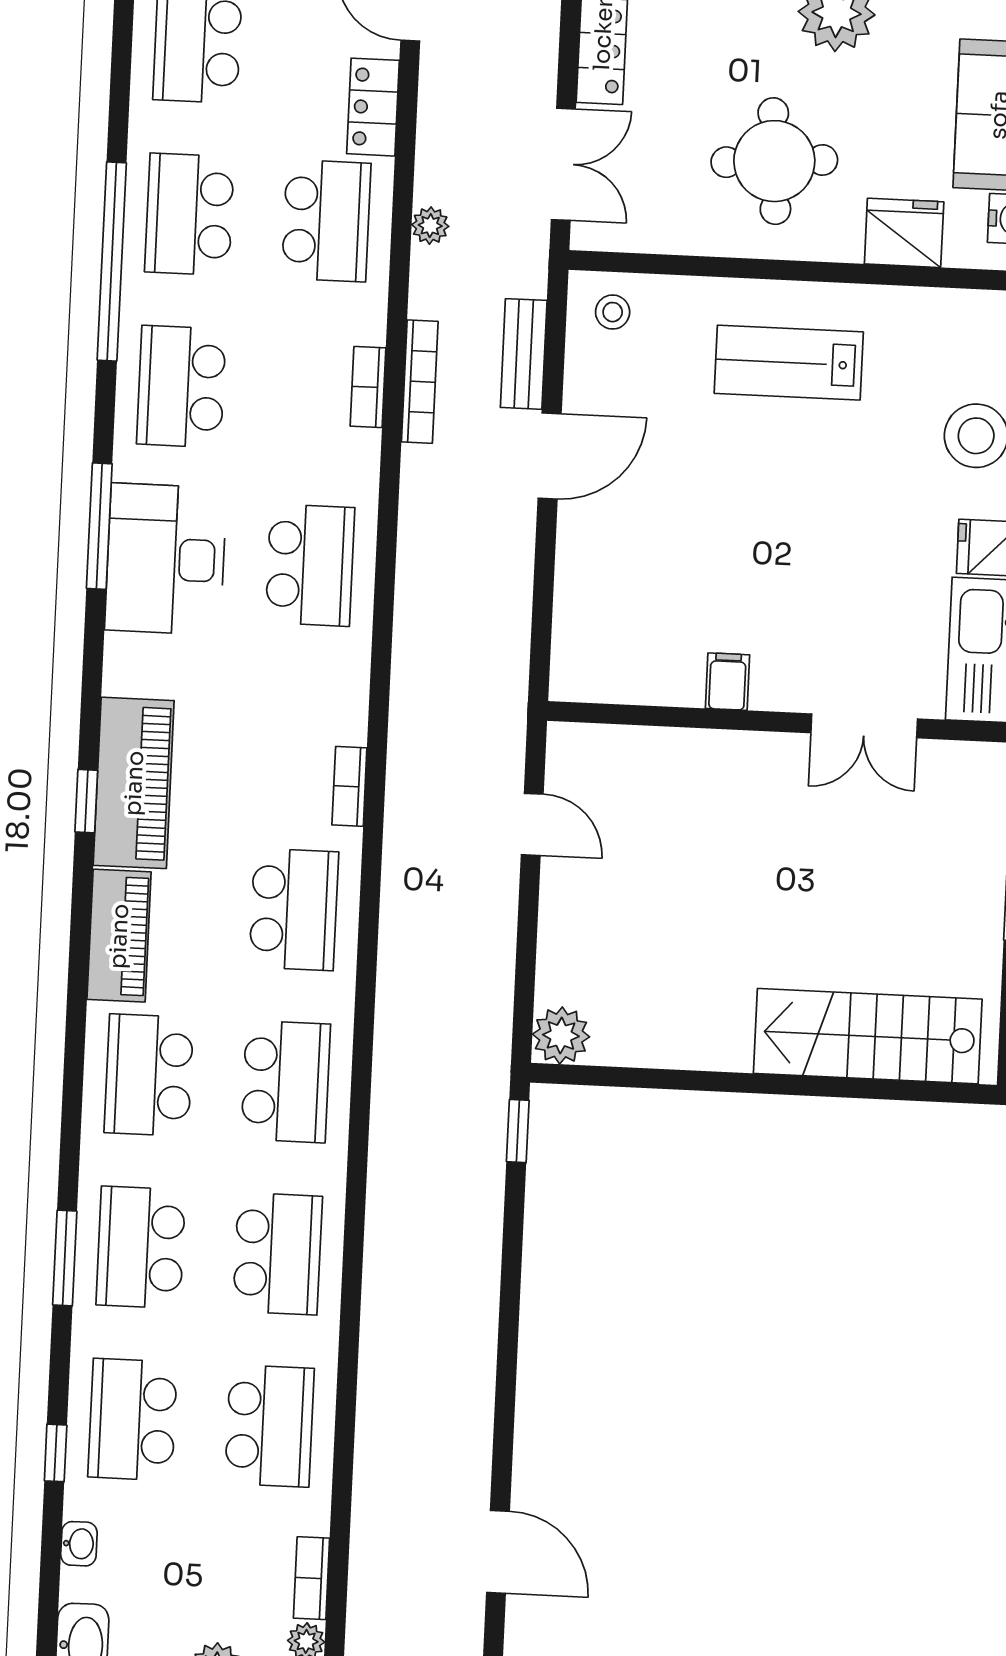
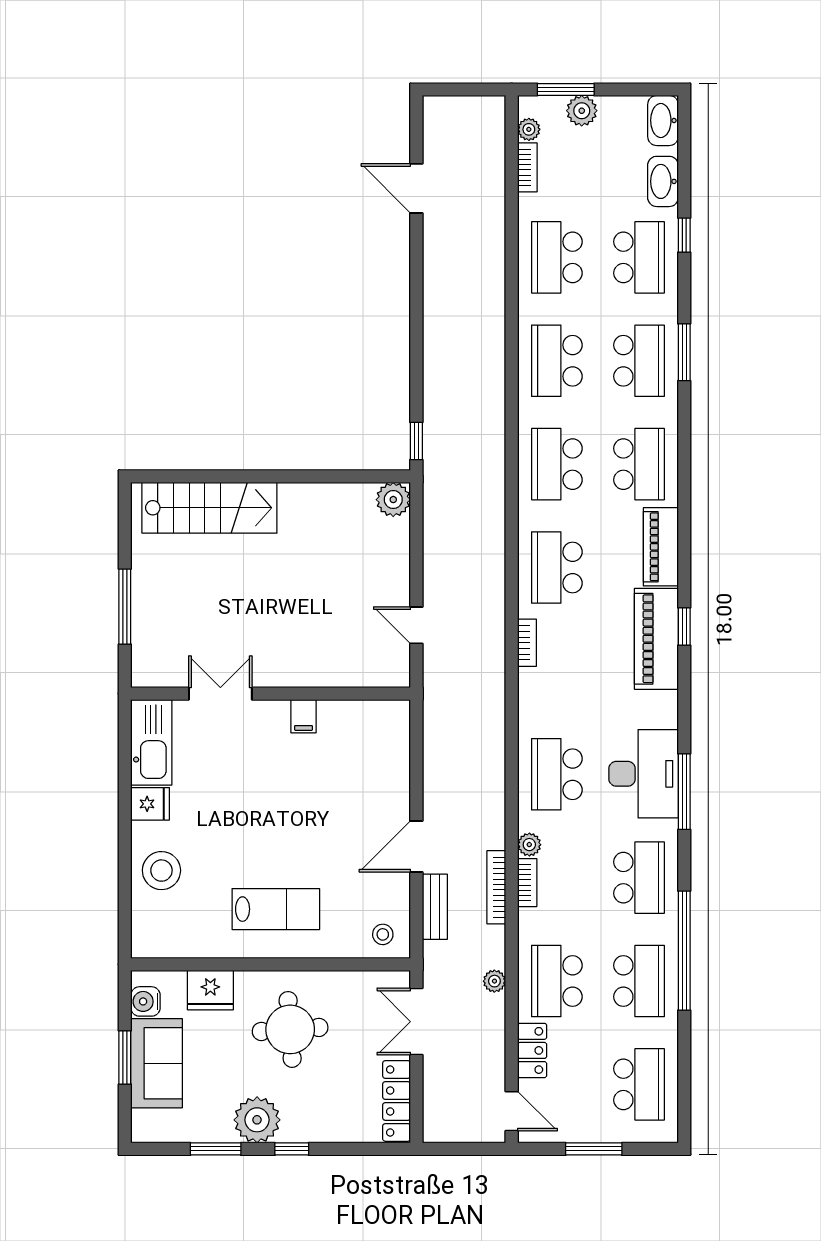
plant: (362, 450) -> (529, 845), added
washbasin: (79, 1544) -> (663, 181), width x1.91, depth x1.45

